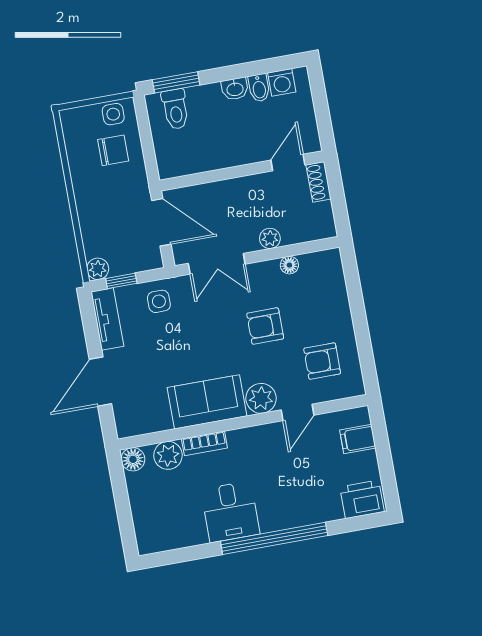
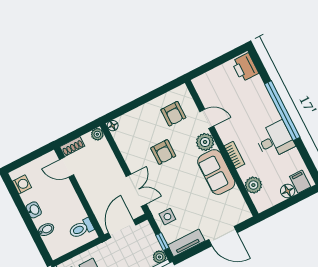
window: (176, 82) -> (40, 244), removed
bidet: (259, 88) -> (46, 230), moved
toilet: (175, 109) -> (81, 228), moved, turned 180
plant: (270, 238) -> (97, 134), moved
floor lamp: (289, 265) -> (113, 126), moved
filing cabinet: (358, 439) -> (300, 182), moved, turned 180
bookcase: (204, 443) -> (234, 155), moved
floor lamp: (133, 459) -> (288, 191), moved

